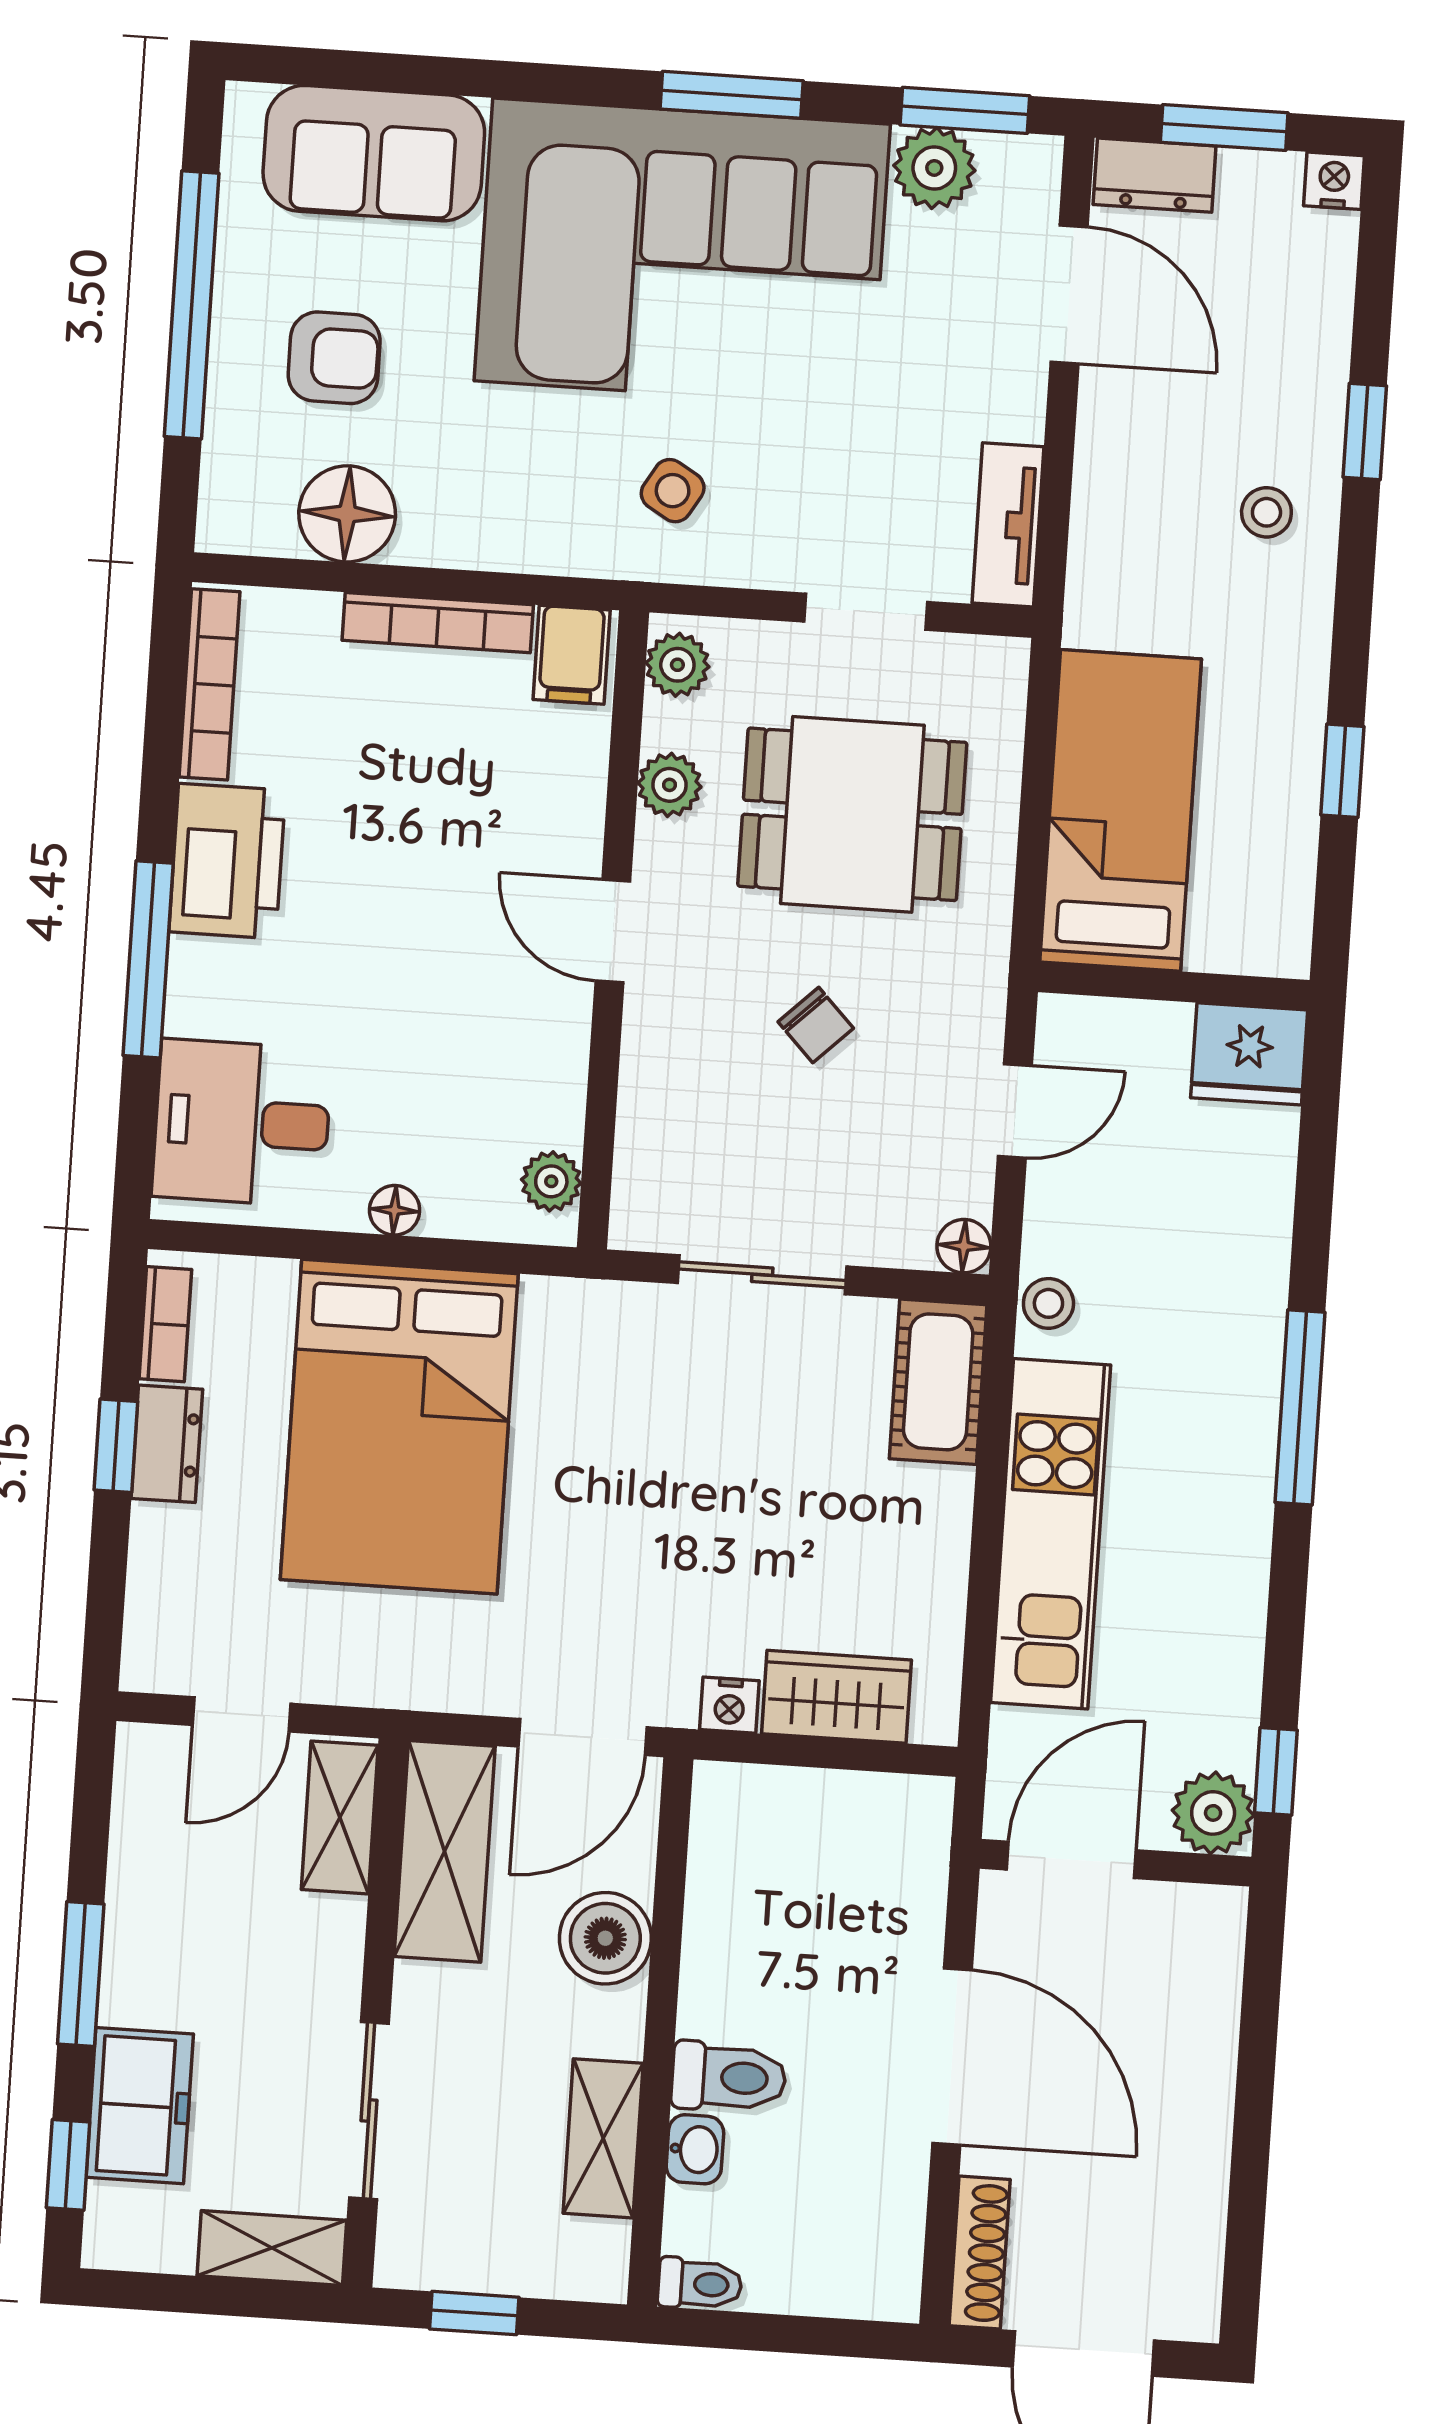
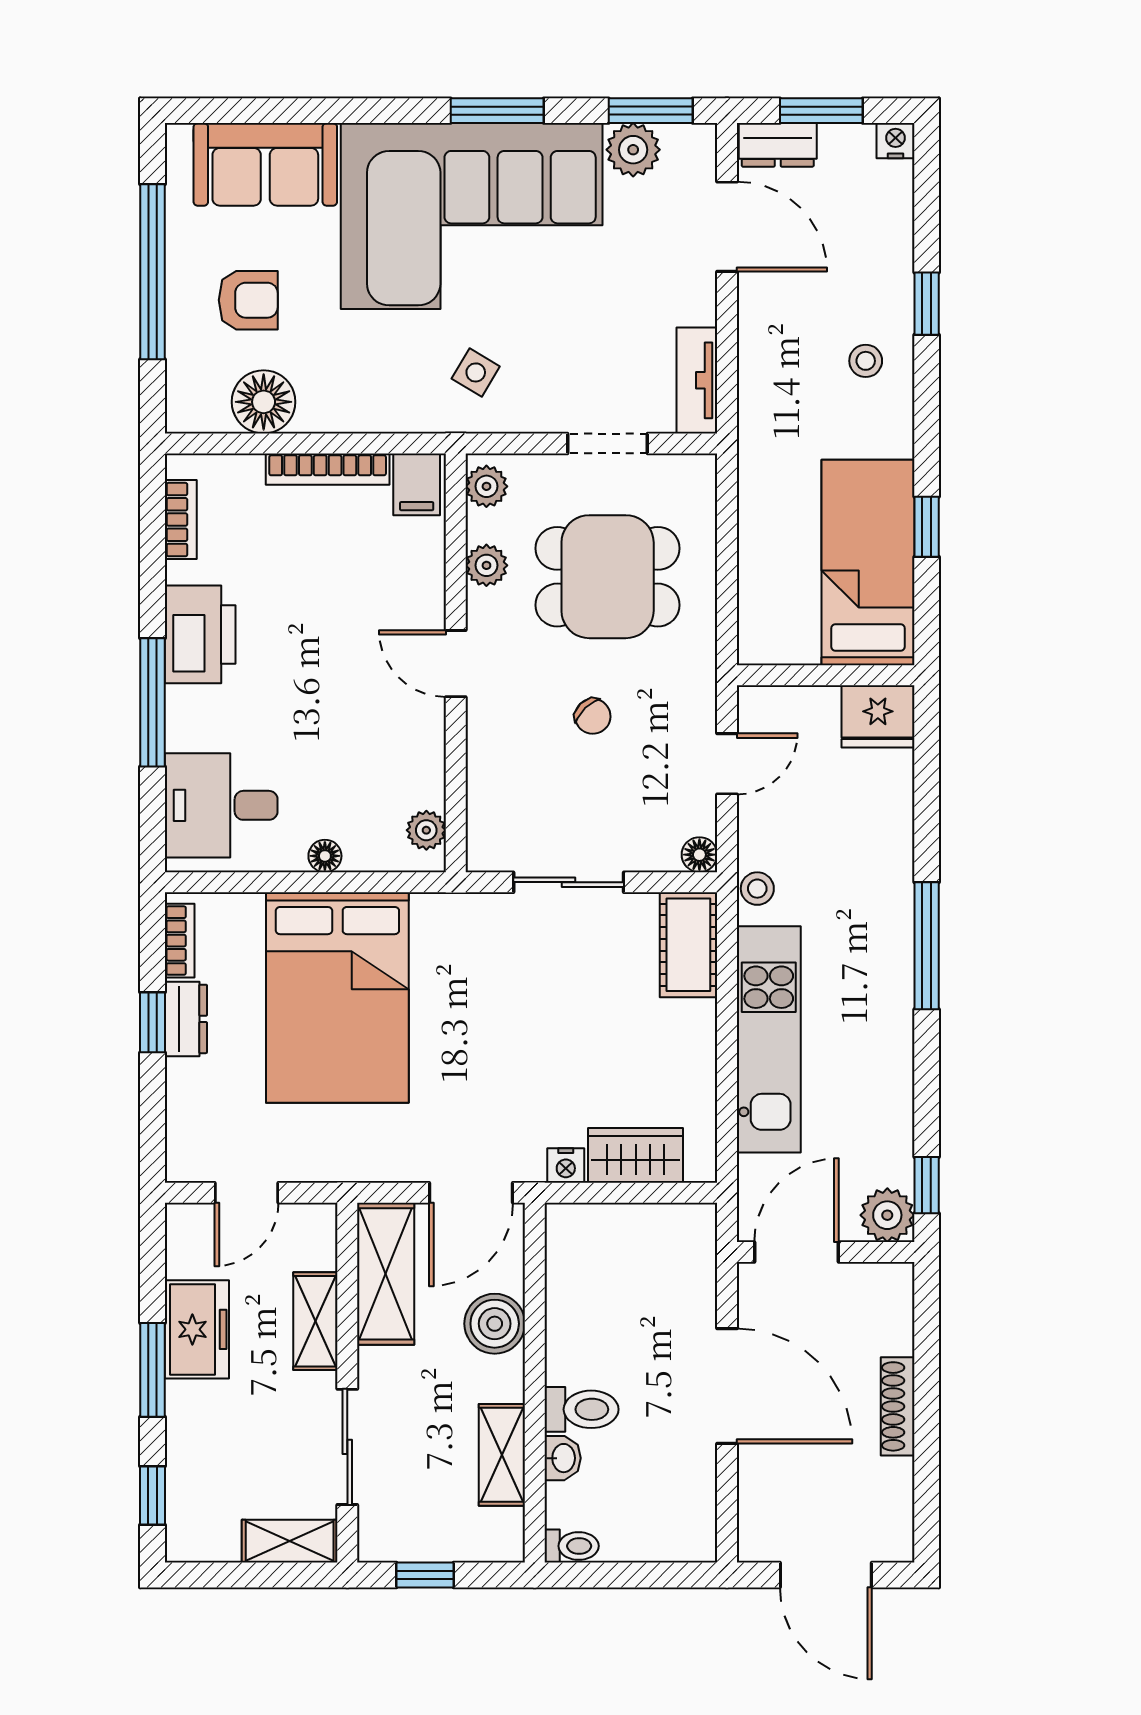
bookcase: (209, 684) -> (181, 520), width x0.64
bed: (1121, 810) -> (868, 562), moved
shelving: (340, 1817) -> (315, 1321), moved
freezer: (140, 2106) -> (197, 1329), moved
shoe rack: (980, 2253) -> (898, 1406), moved, turned 180

